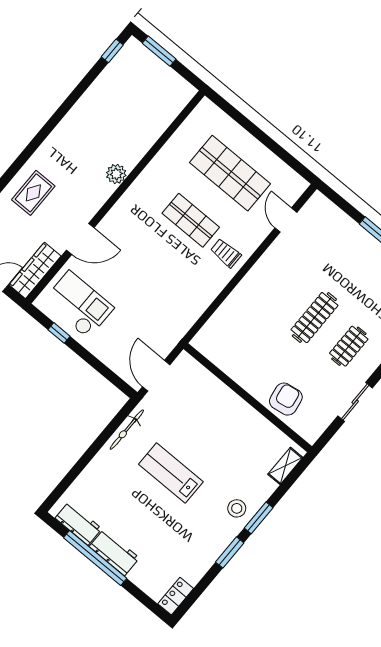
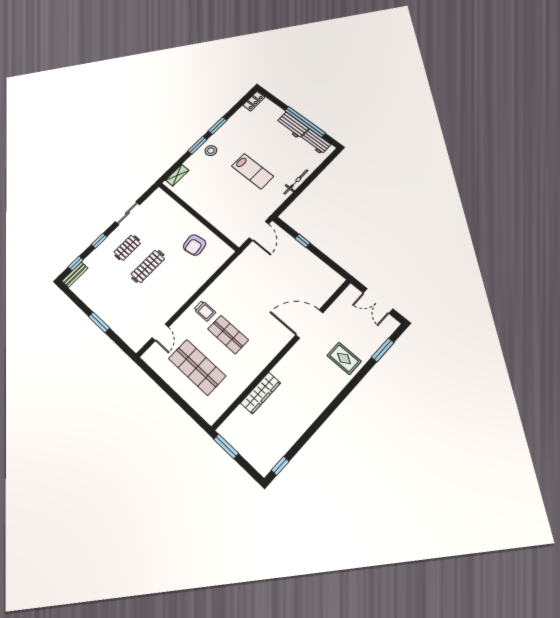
window: (159, 51) -> (226, 446), moved
plant: (116, 174) -> (281, 370), removed
rug: (33, 193) -> (344, 358), turned 90
door: (80, 239) -> (309, 324), width x1.36
wardrobe: (35, 270) -> (261, 393), moved
checkout: (78, 305) -> (312, 278), removed
window: (59, 333) -> (303, 241), moved
armchair: (286, 399) -> (195, 245), moved
bicycle: (127, 430) -> (296, 182), moved

